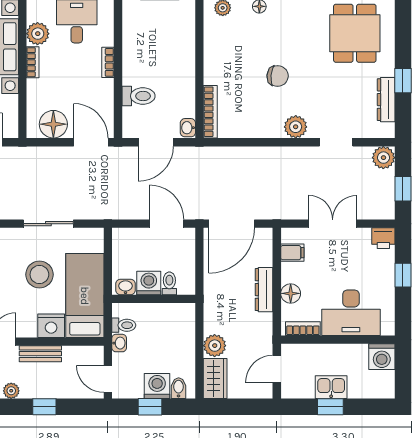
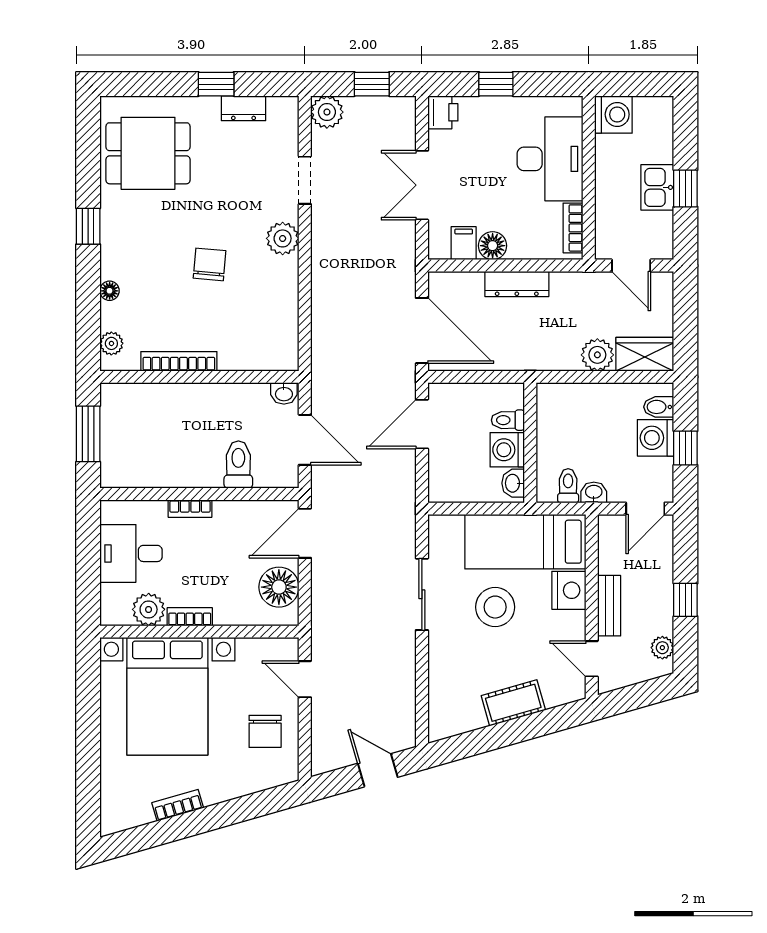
dresser: (386, 100) -> (243, 108), width x0.70
bookcase: (210, 112) -> (179, 361), moved
floor lamp: (291, 293) -> (493, 246), moved

